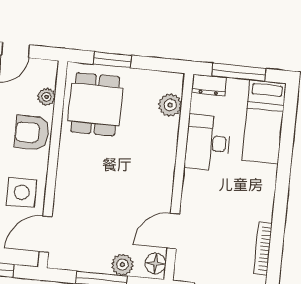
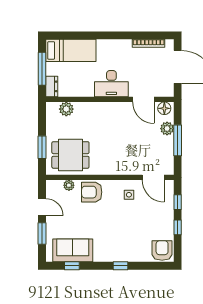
armchair: (32, 133) -> (92, 192), turned 90
desk: (208, 143) -> (111, 84), moved
side table: (22, 192) -> (129, 195), width x0.54, depth x0.54

